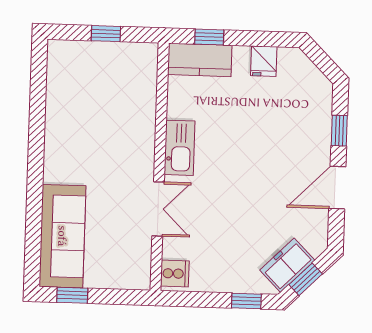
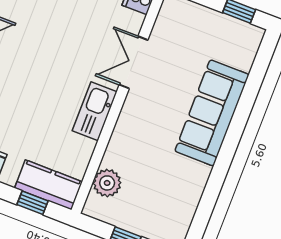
plant: (143, 82) -> (107, 183), added
sofa: (62, 236) -> (212, 113), moved

